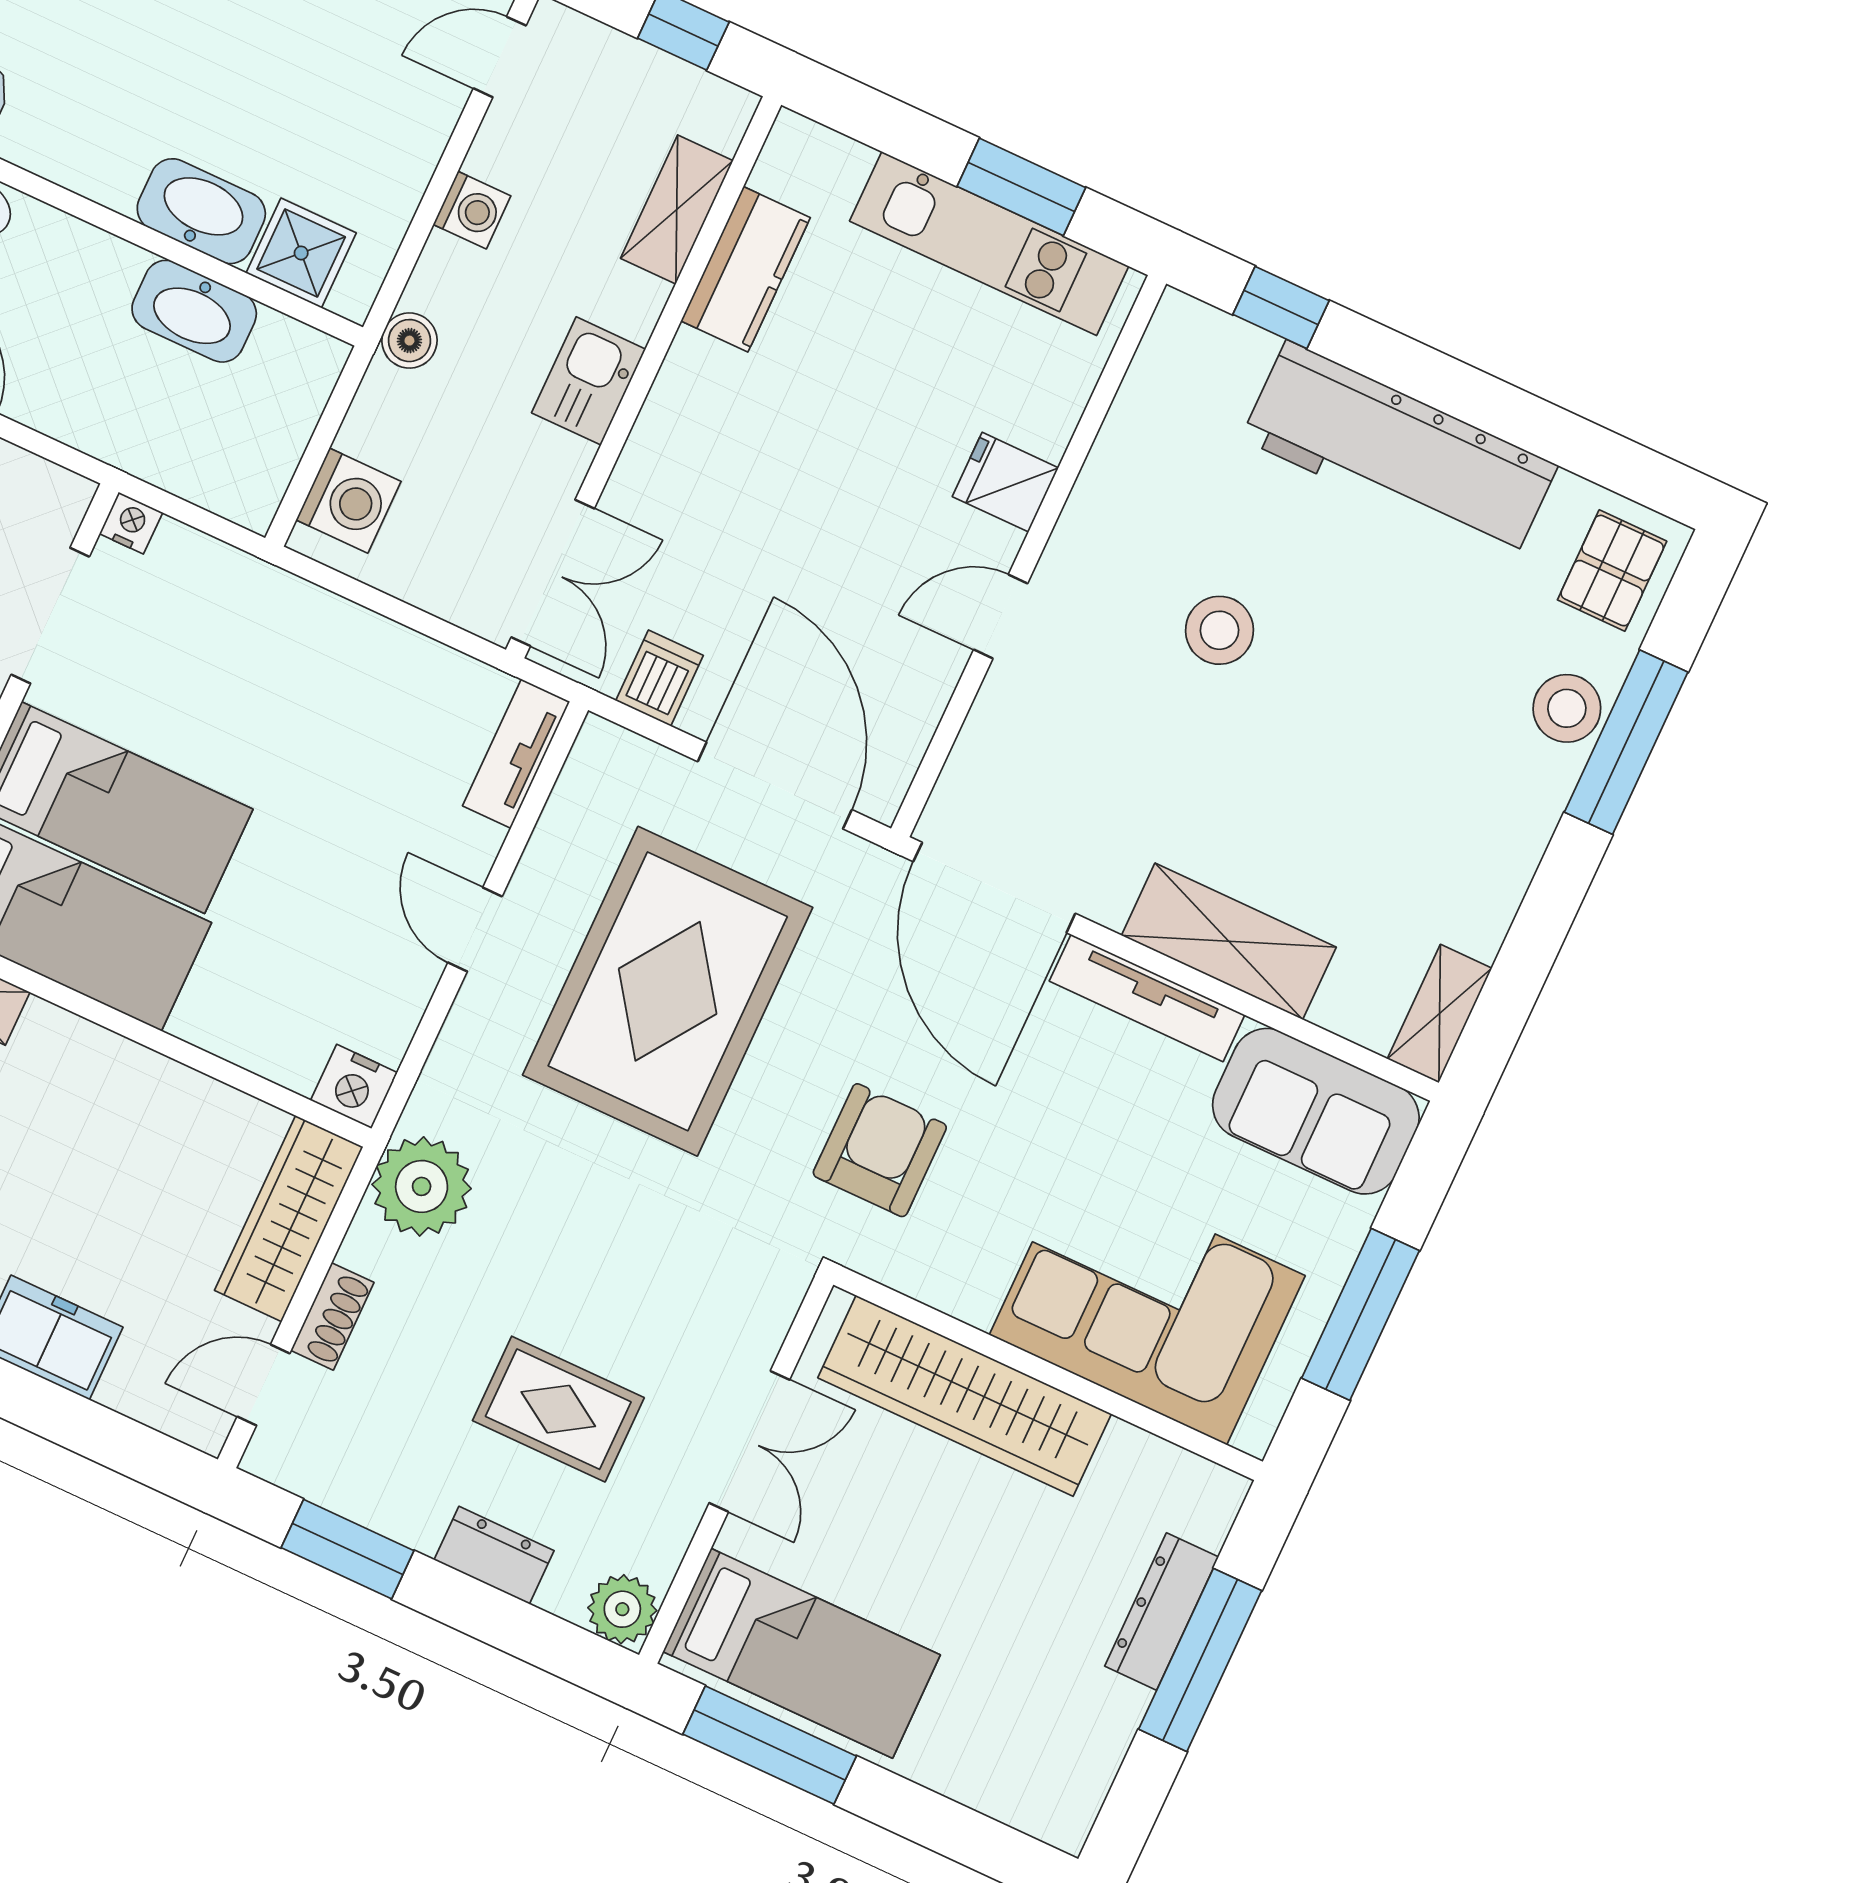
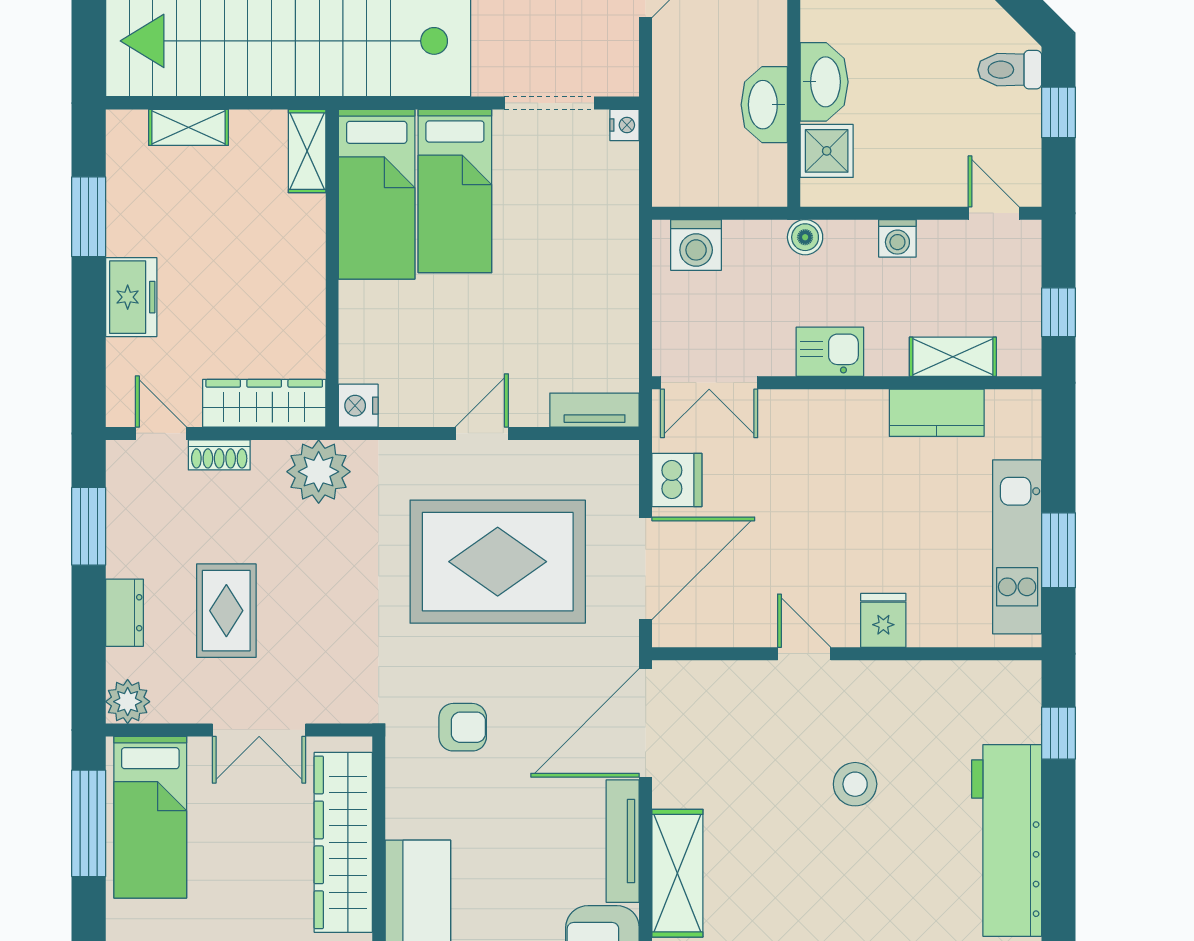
dishwasher: (659, 678) -> (677, 480), width x1.38
armchair: (880, 1150) -> (463, 727), width x0.72, depth x0.72

